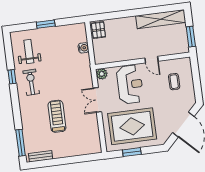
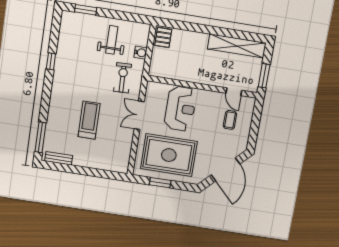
window: (46, 24) -> (86, 10), moved
weight bench: (29, 52) -> (112, 40), moved
door: (152, 60) -> (234, 92), moved
plant: (102, 74) -> (153, 88), removed
exercise bike: (31, 82) -> (123, 78), moved

